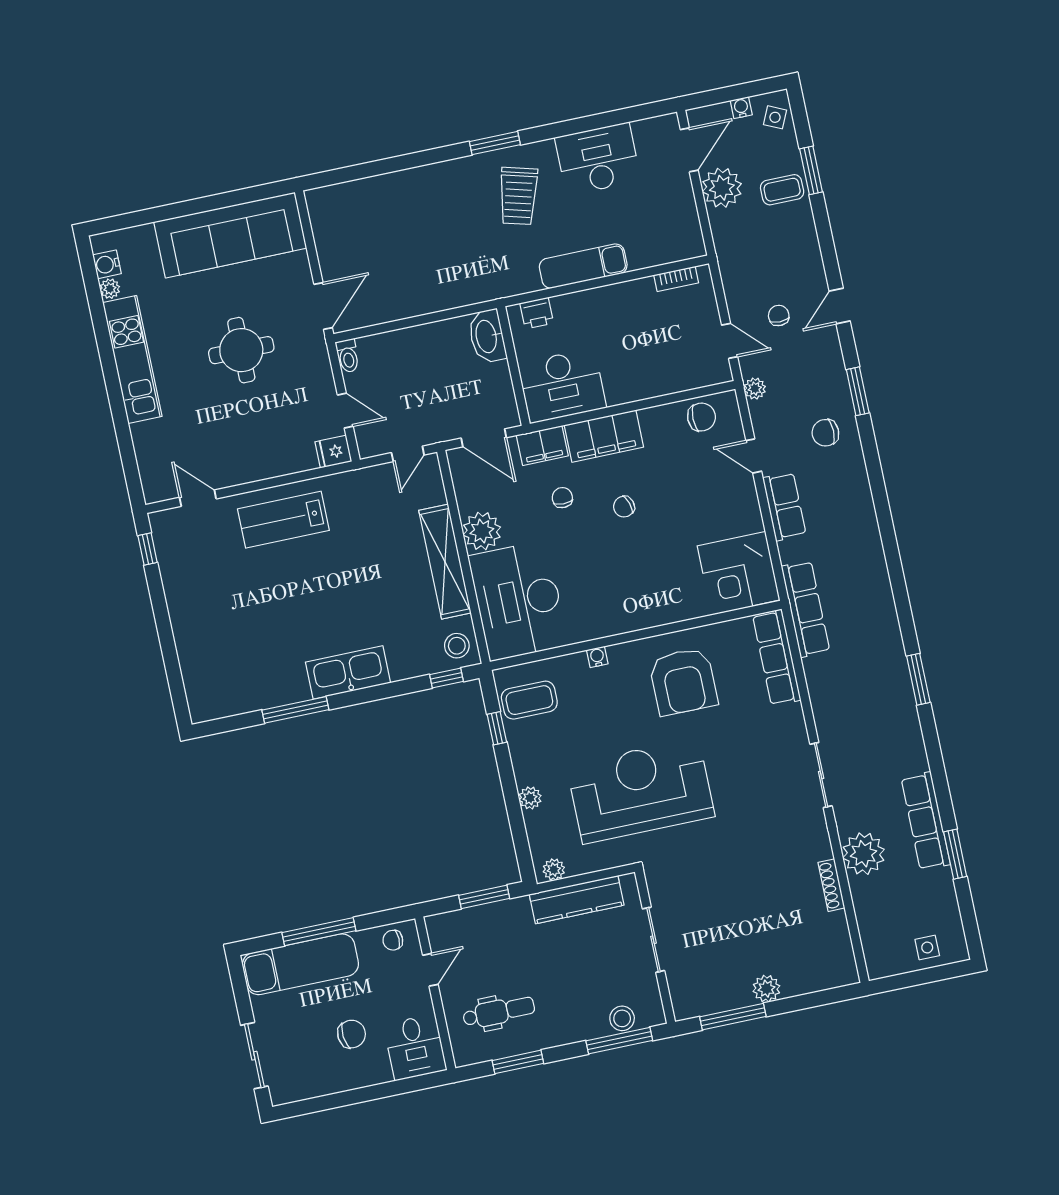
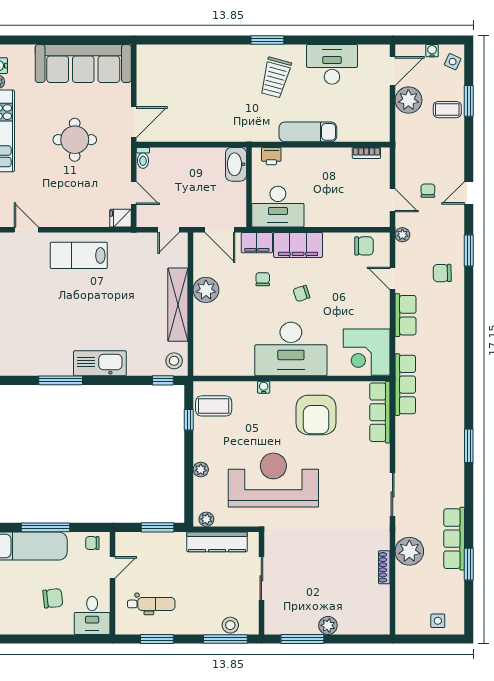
desk: (518, 601) -> (291, 349), moved, turned -90

